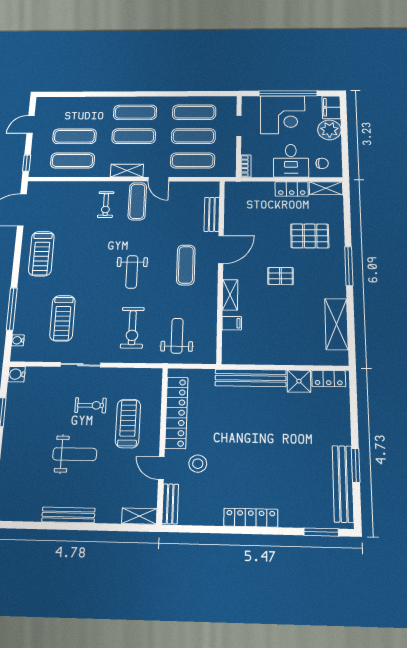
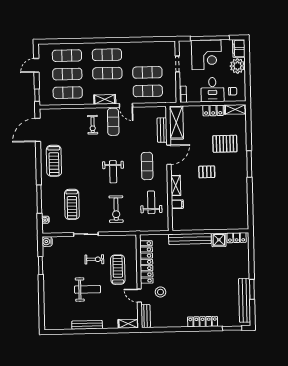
exercise mat: (194, 112) -> (67, 56), moved
shelving: (336, 324) -> (176, 123), moved
weight bench: (177, 336) -> (151, 202), moved
locker: (251, 518) -> (203, 322), moved

